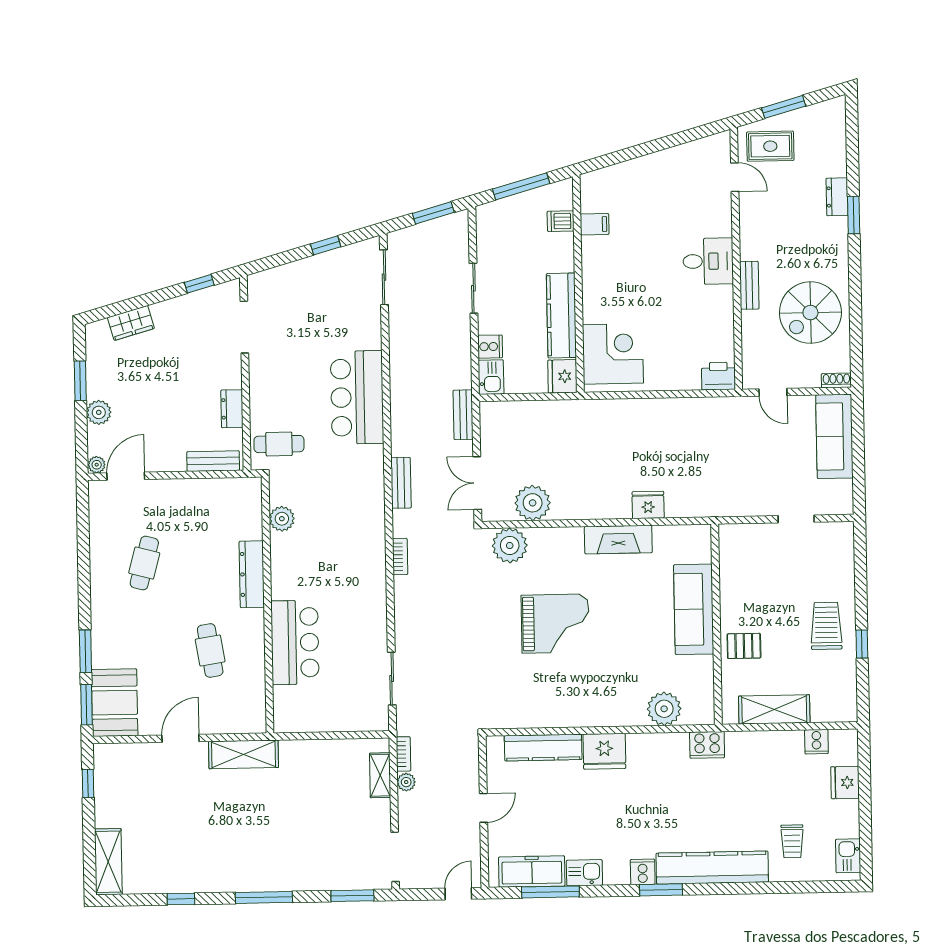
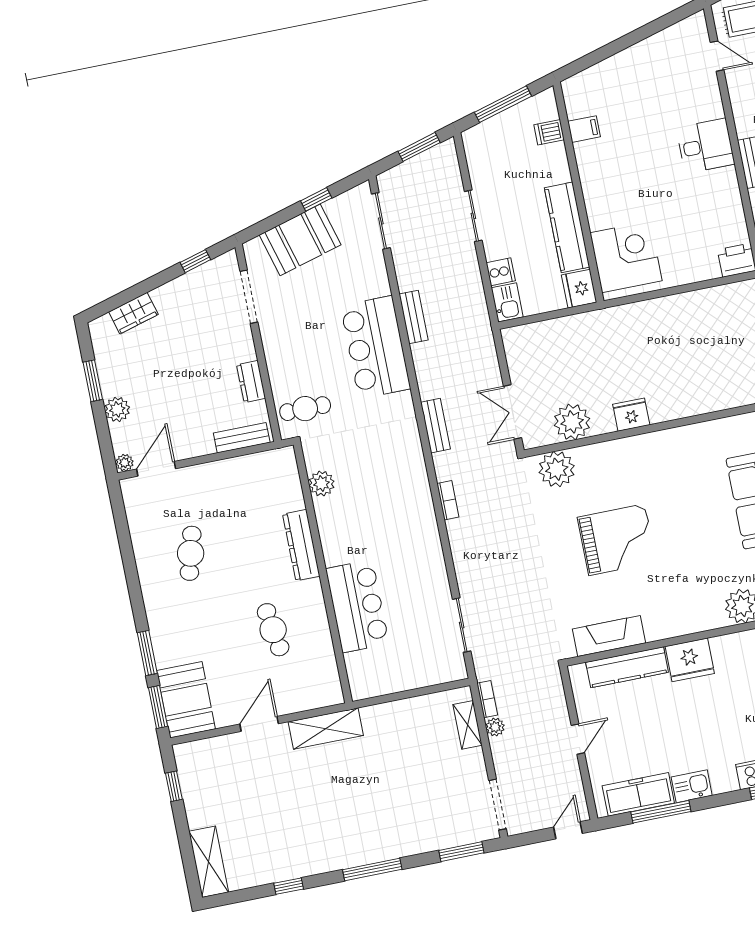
booth: (303, 281) -> (300, 240), added
bench: (463, 415) -> (414, 317), moved
fridge: (648, 505) -> (631, 415), moved
fireplace: (618, 540) -> (609, 636), moved, turned 180

